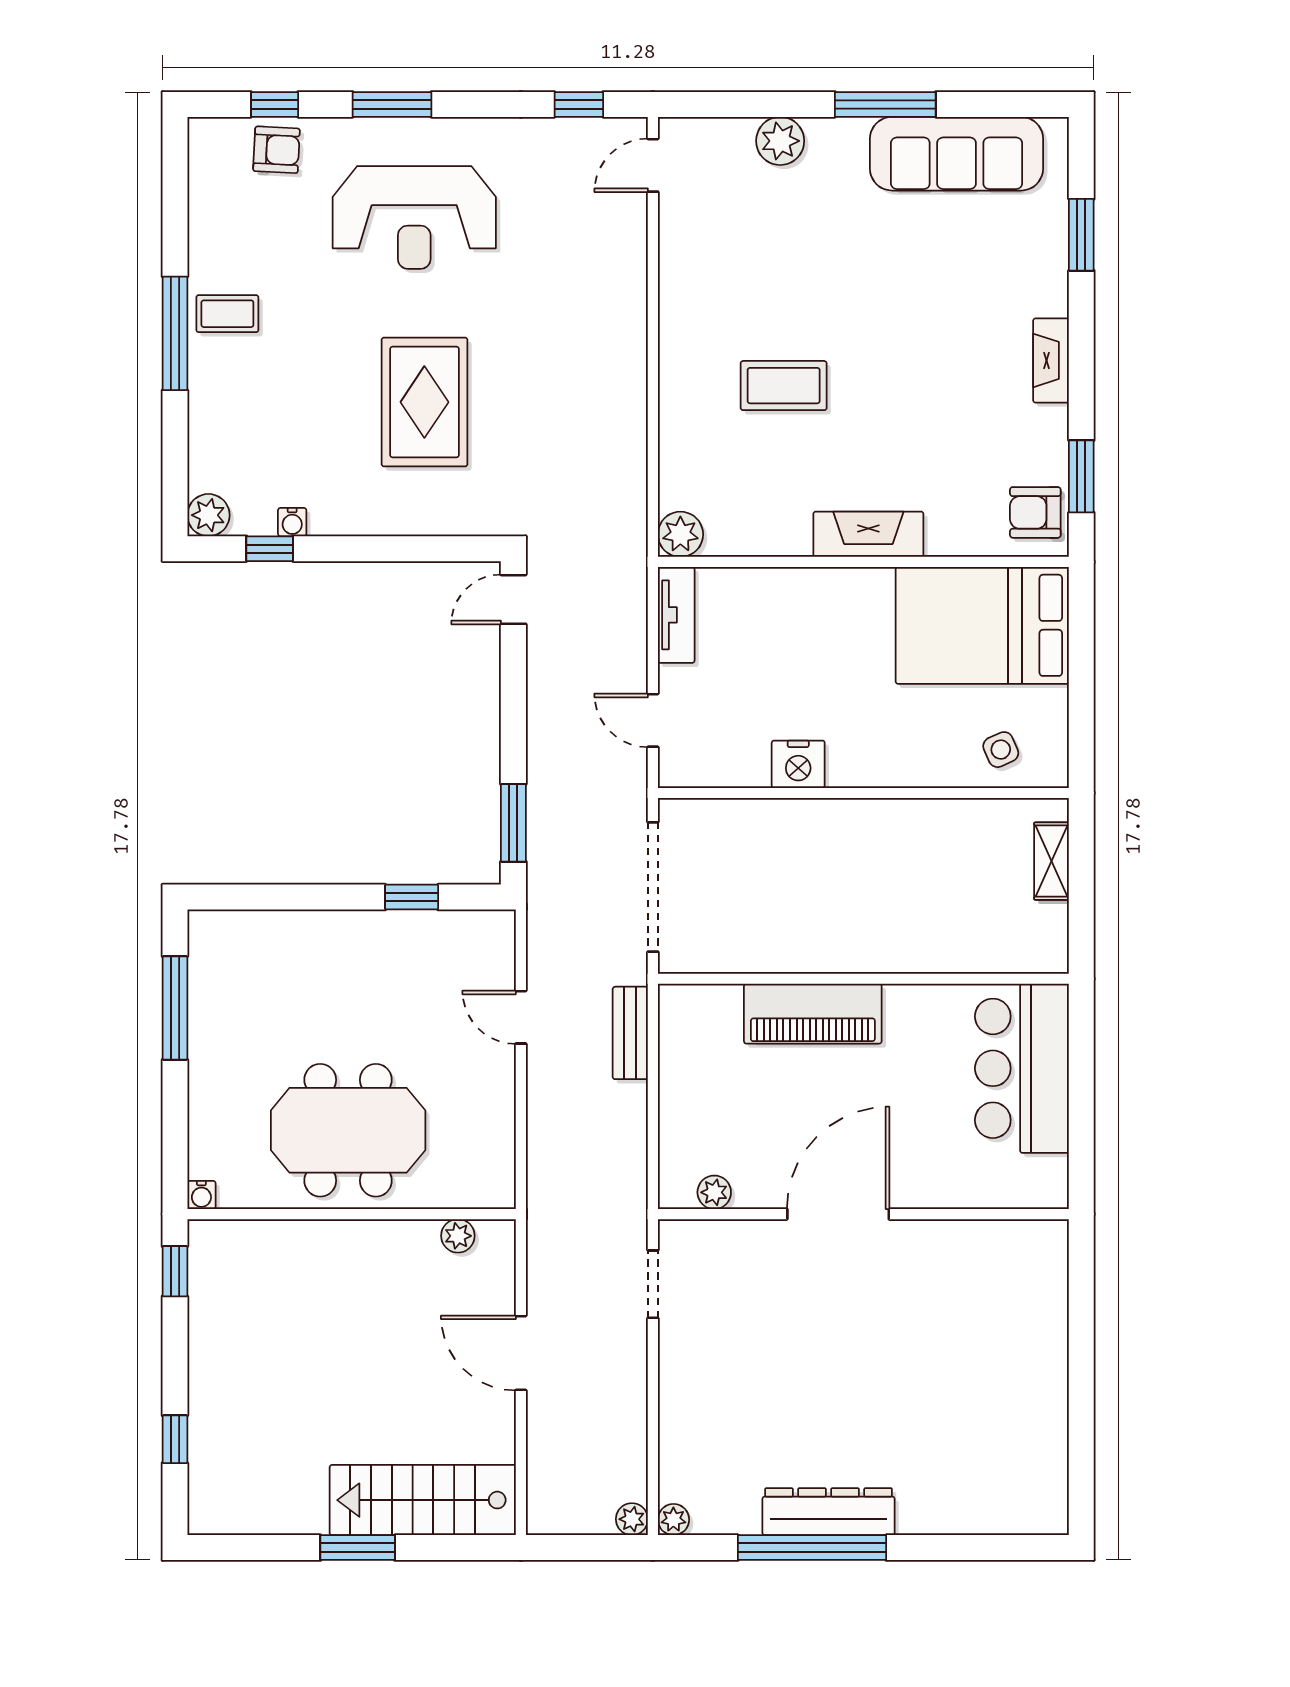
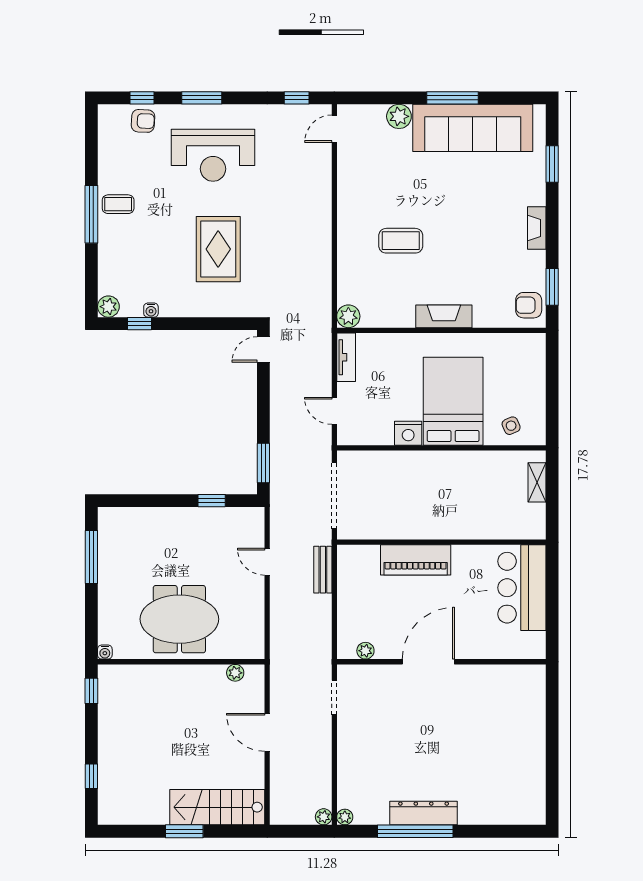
sofa: (957, 154) -> (473, 128), width x1.36, depth x1.27
bed: (982, 625) -> (453, 401), moved, turned 90

